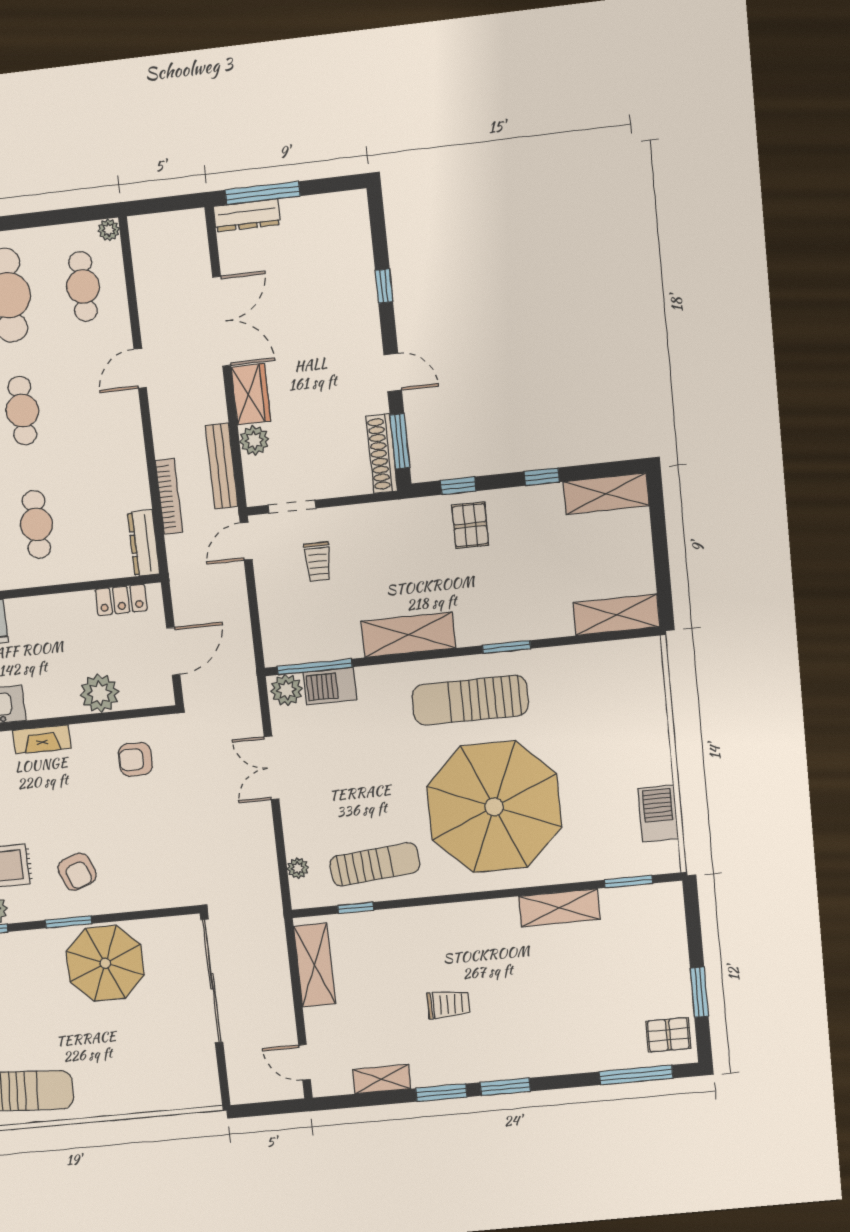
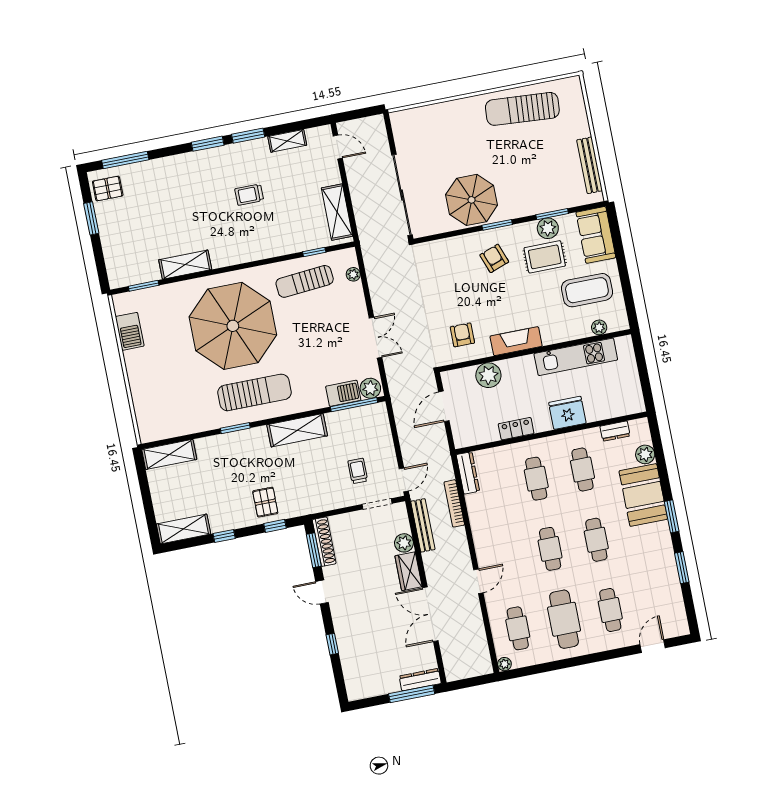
locker: (121, 600) -> (516, 429), moved
fireplace: (42, 739) -> (516, 341), width x1.37, depth x1.32
armchair: (135, 759) -> (462, 335), turned -90

